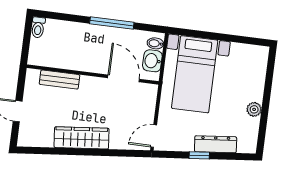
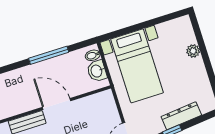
door: (124, 78) -> (57, 104), moved
plant: (254, 109) -> (193, 51), moved

